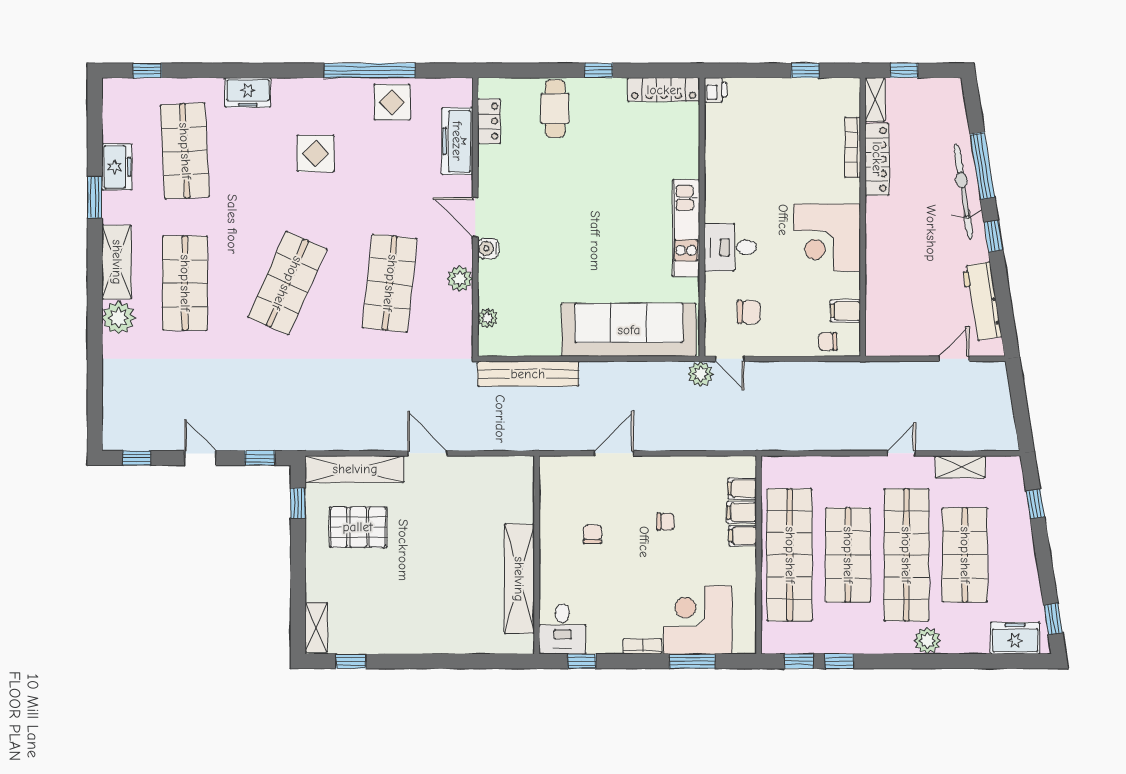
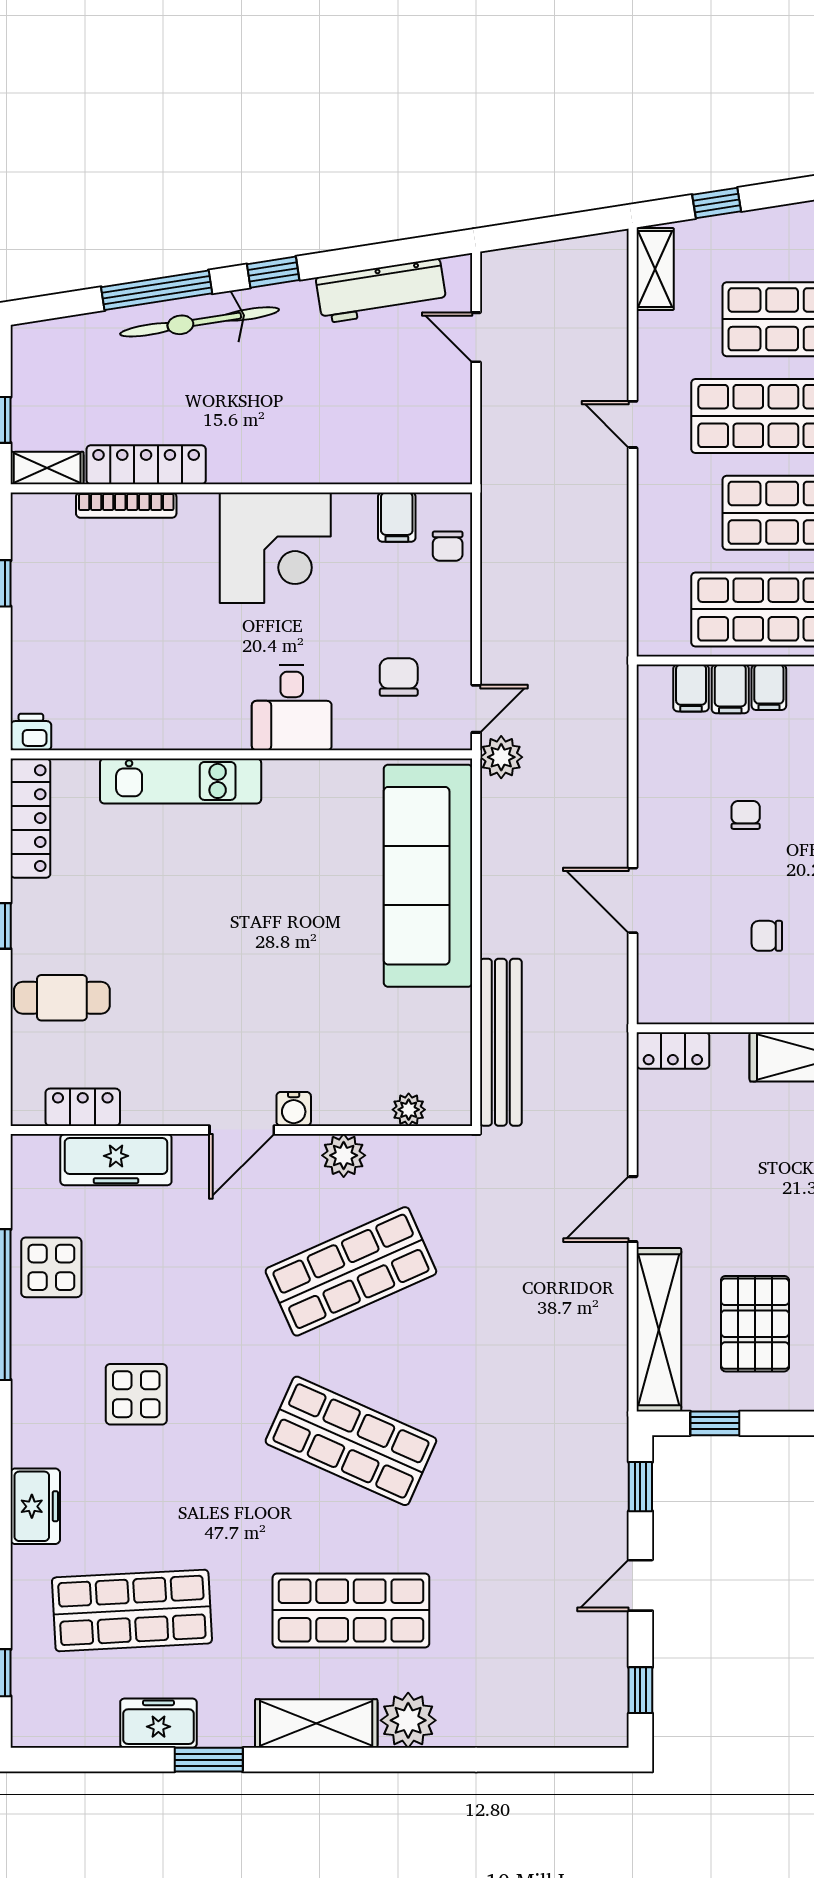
kitchen unit: (686, 228) -> (181, 781), moved
shop shelf: (390, 283) -> (351, 1271), turned -30
shelving: (960, 467) -> (655, 269), moved
locker: (523, 478) -> (673, 1050), added

